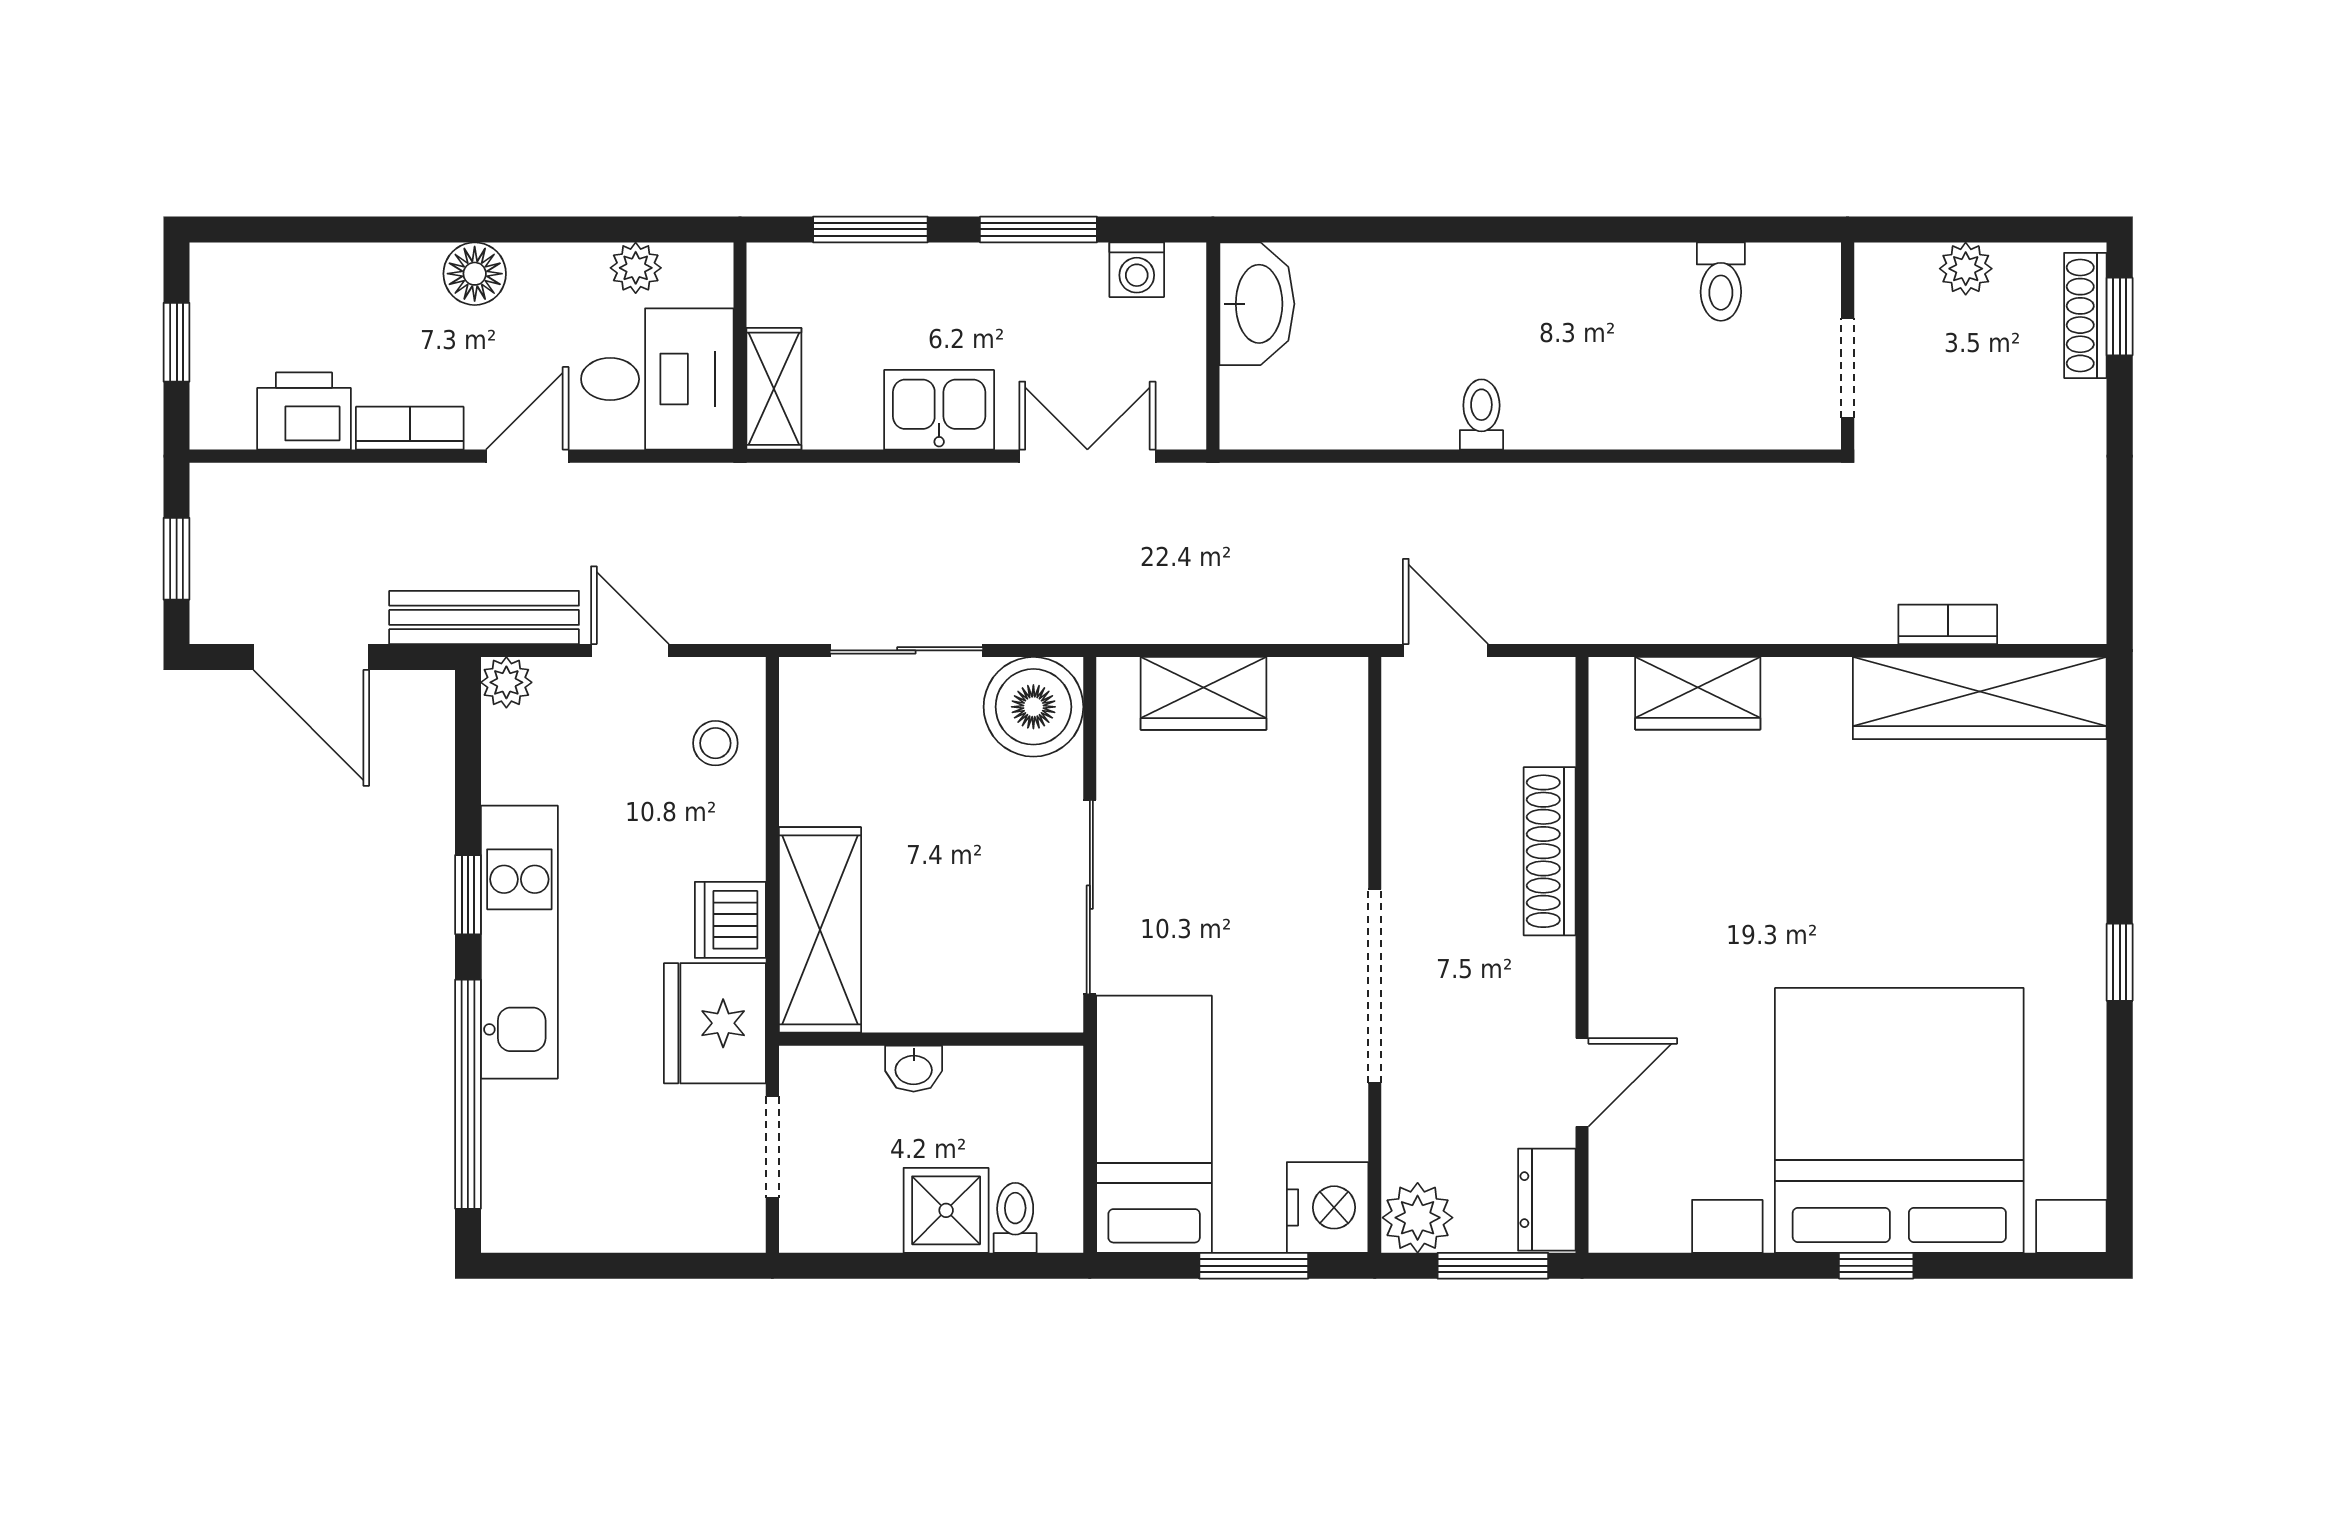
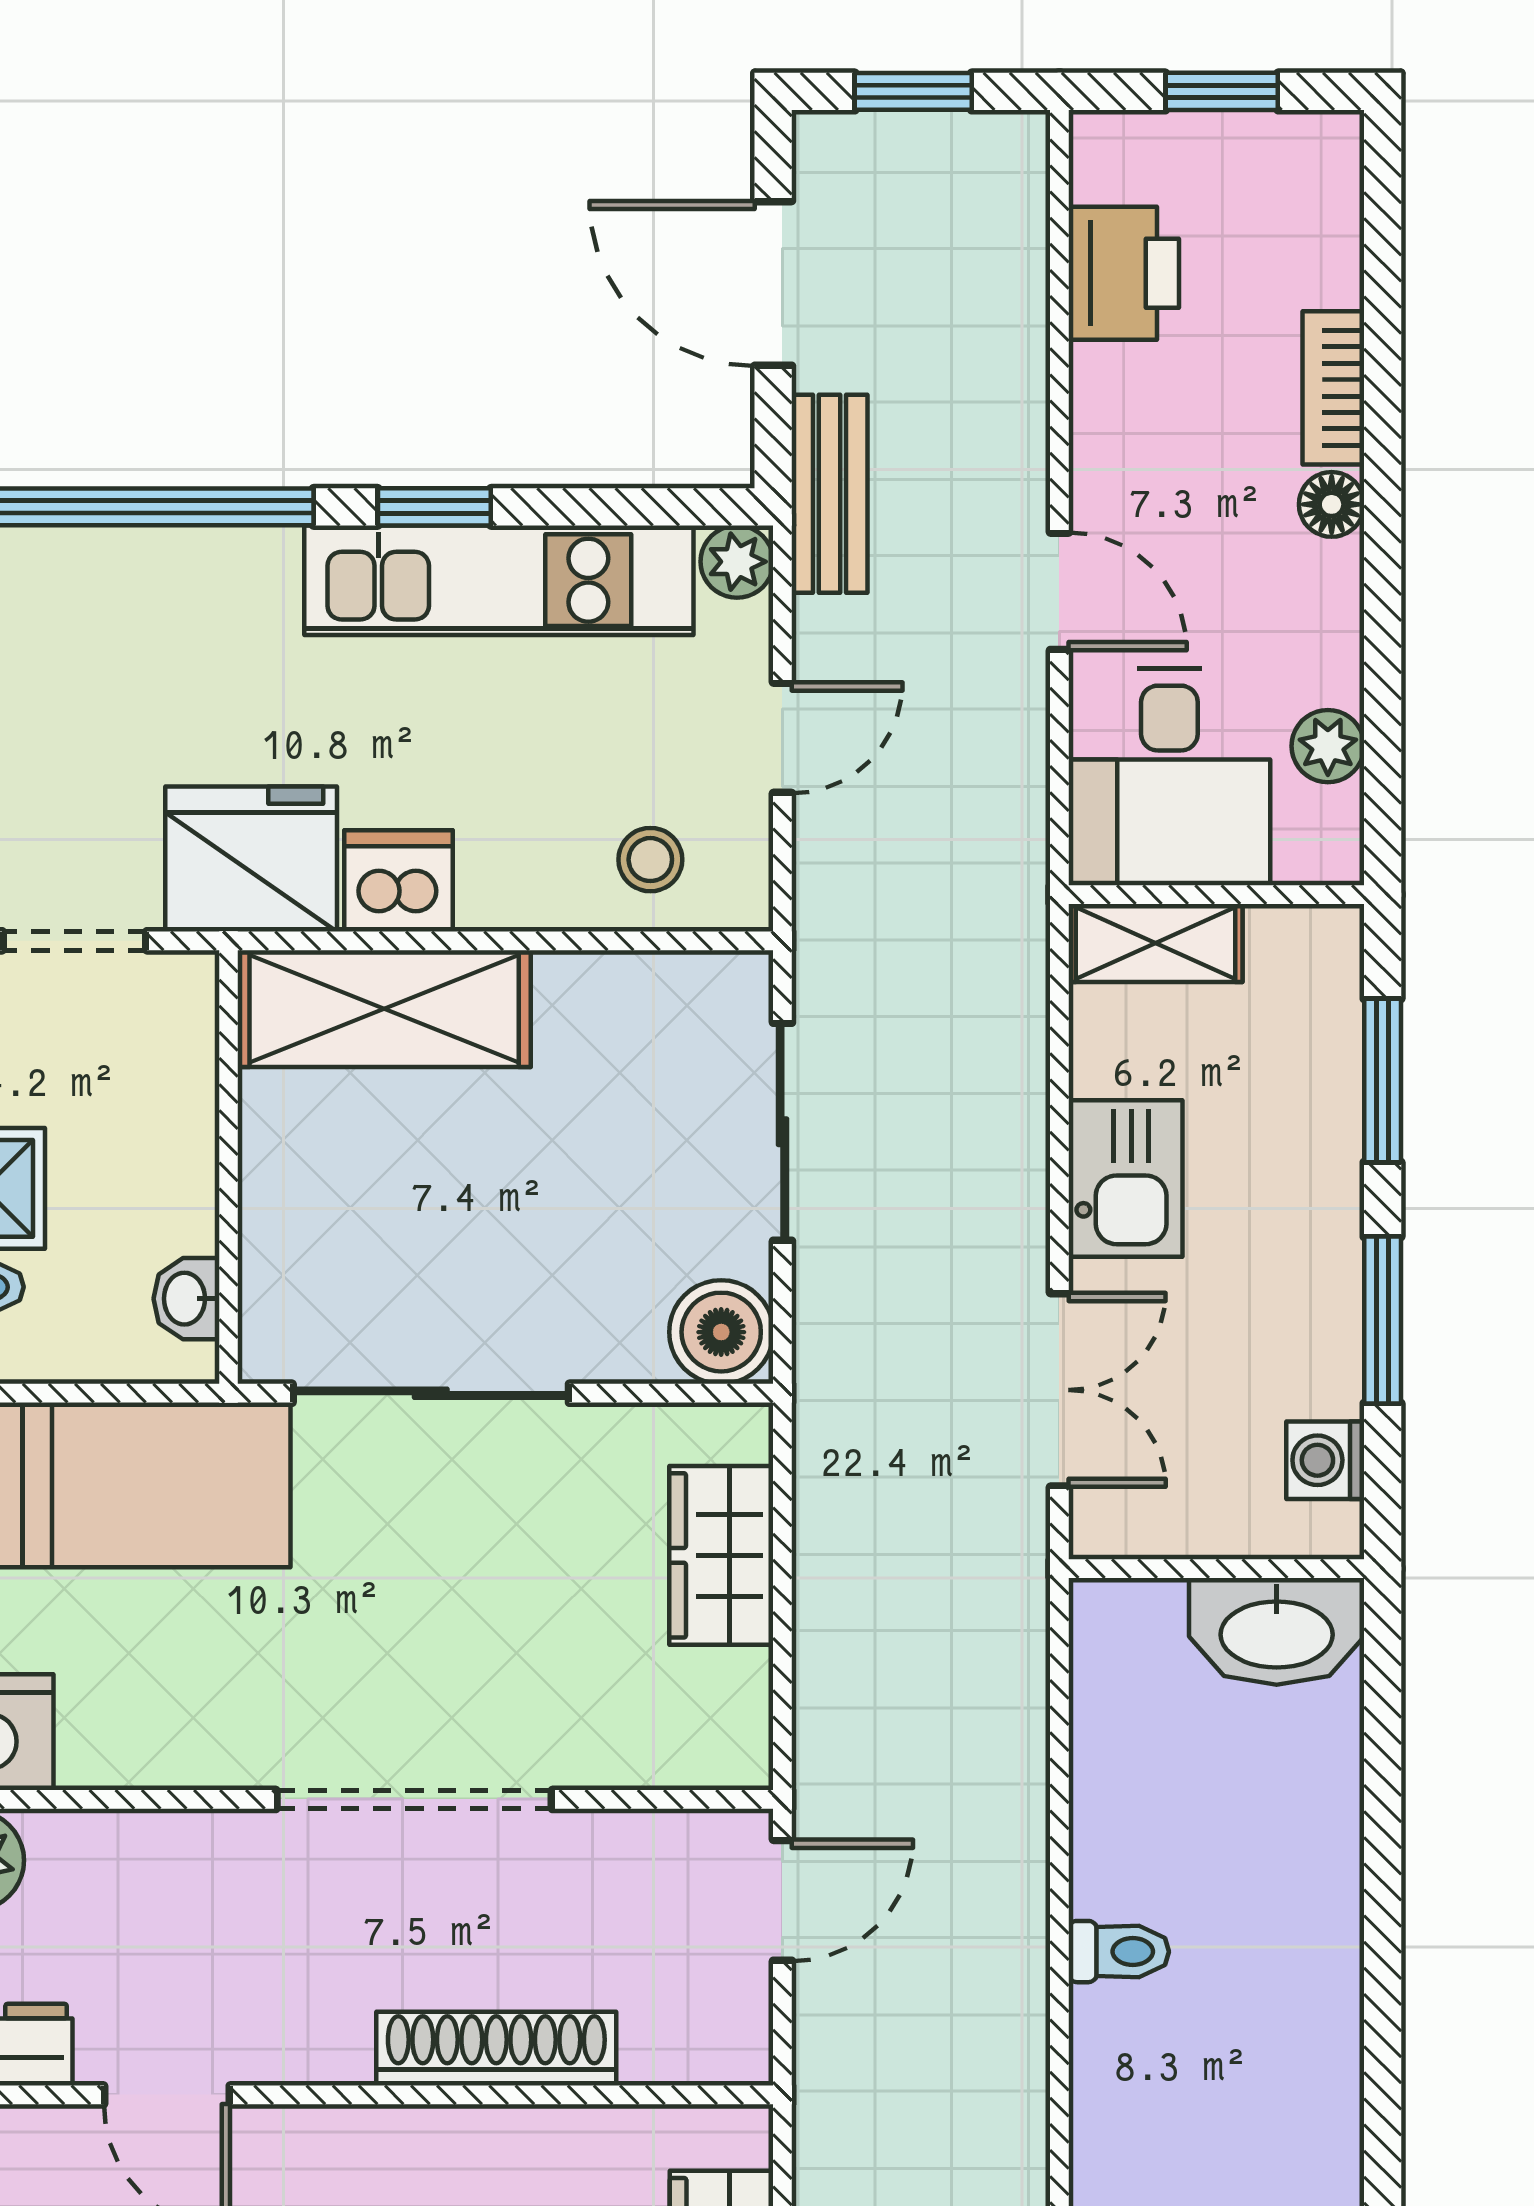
floor lamp: (475, 274) -> (1332, 504), width x0.73, depth x0.73
bookcase: (410, 428) -> (1333, 388), moved, turned 180
bench: (484, 617) -> (830, 494), width x0.73
door: (311, 657) -> (773, 283), hinge flipped
boiler: (1033, 707) -> (721, 1332), width x0.73, depth x0.73
kitchen unit: (519, 942) -> (499, 580), moved
doorway: (1375, 986) -> (414, 1799), moved
washbasin: (914, 1069) -> (186, 1299), moved

